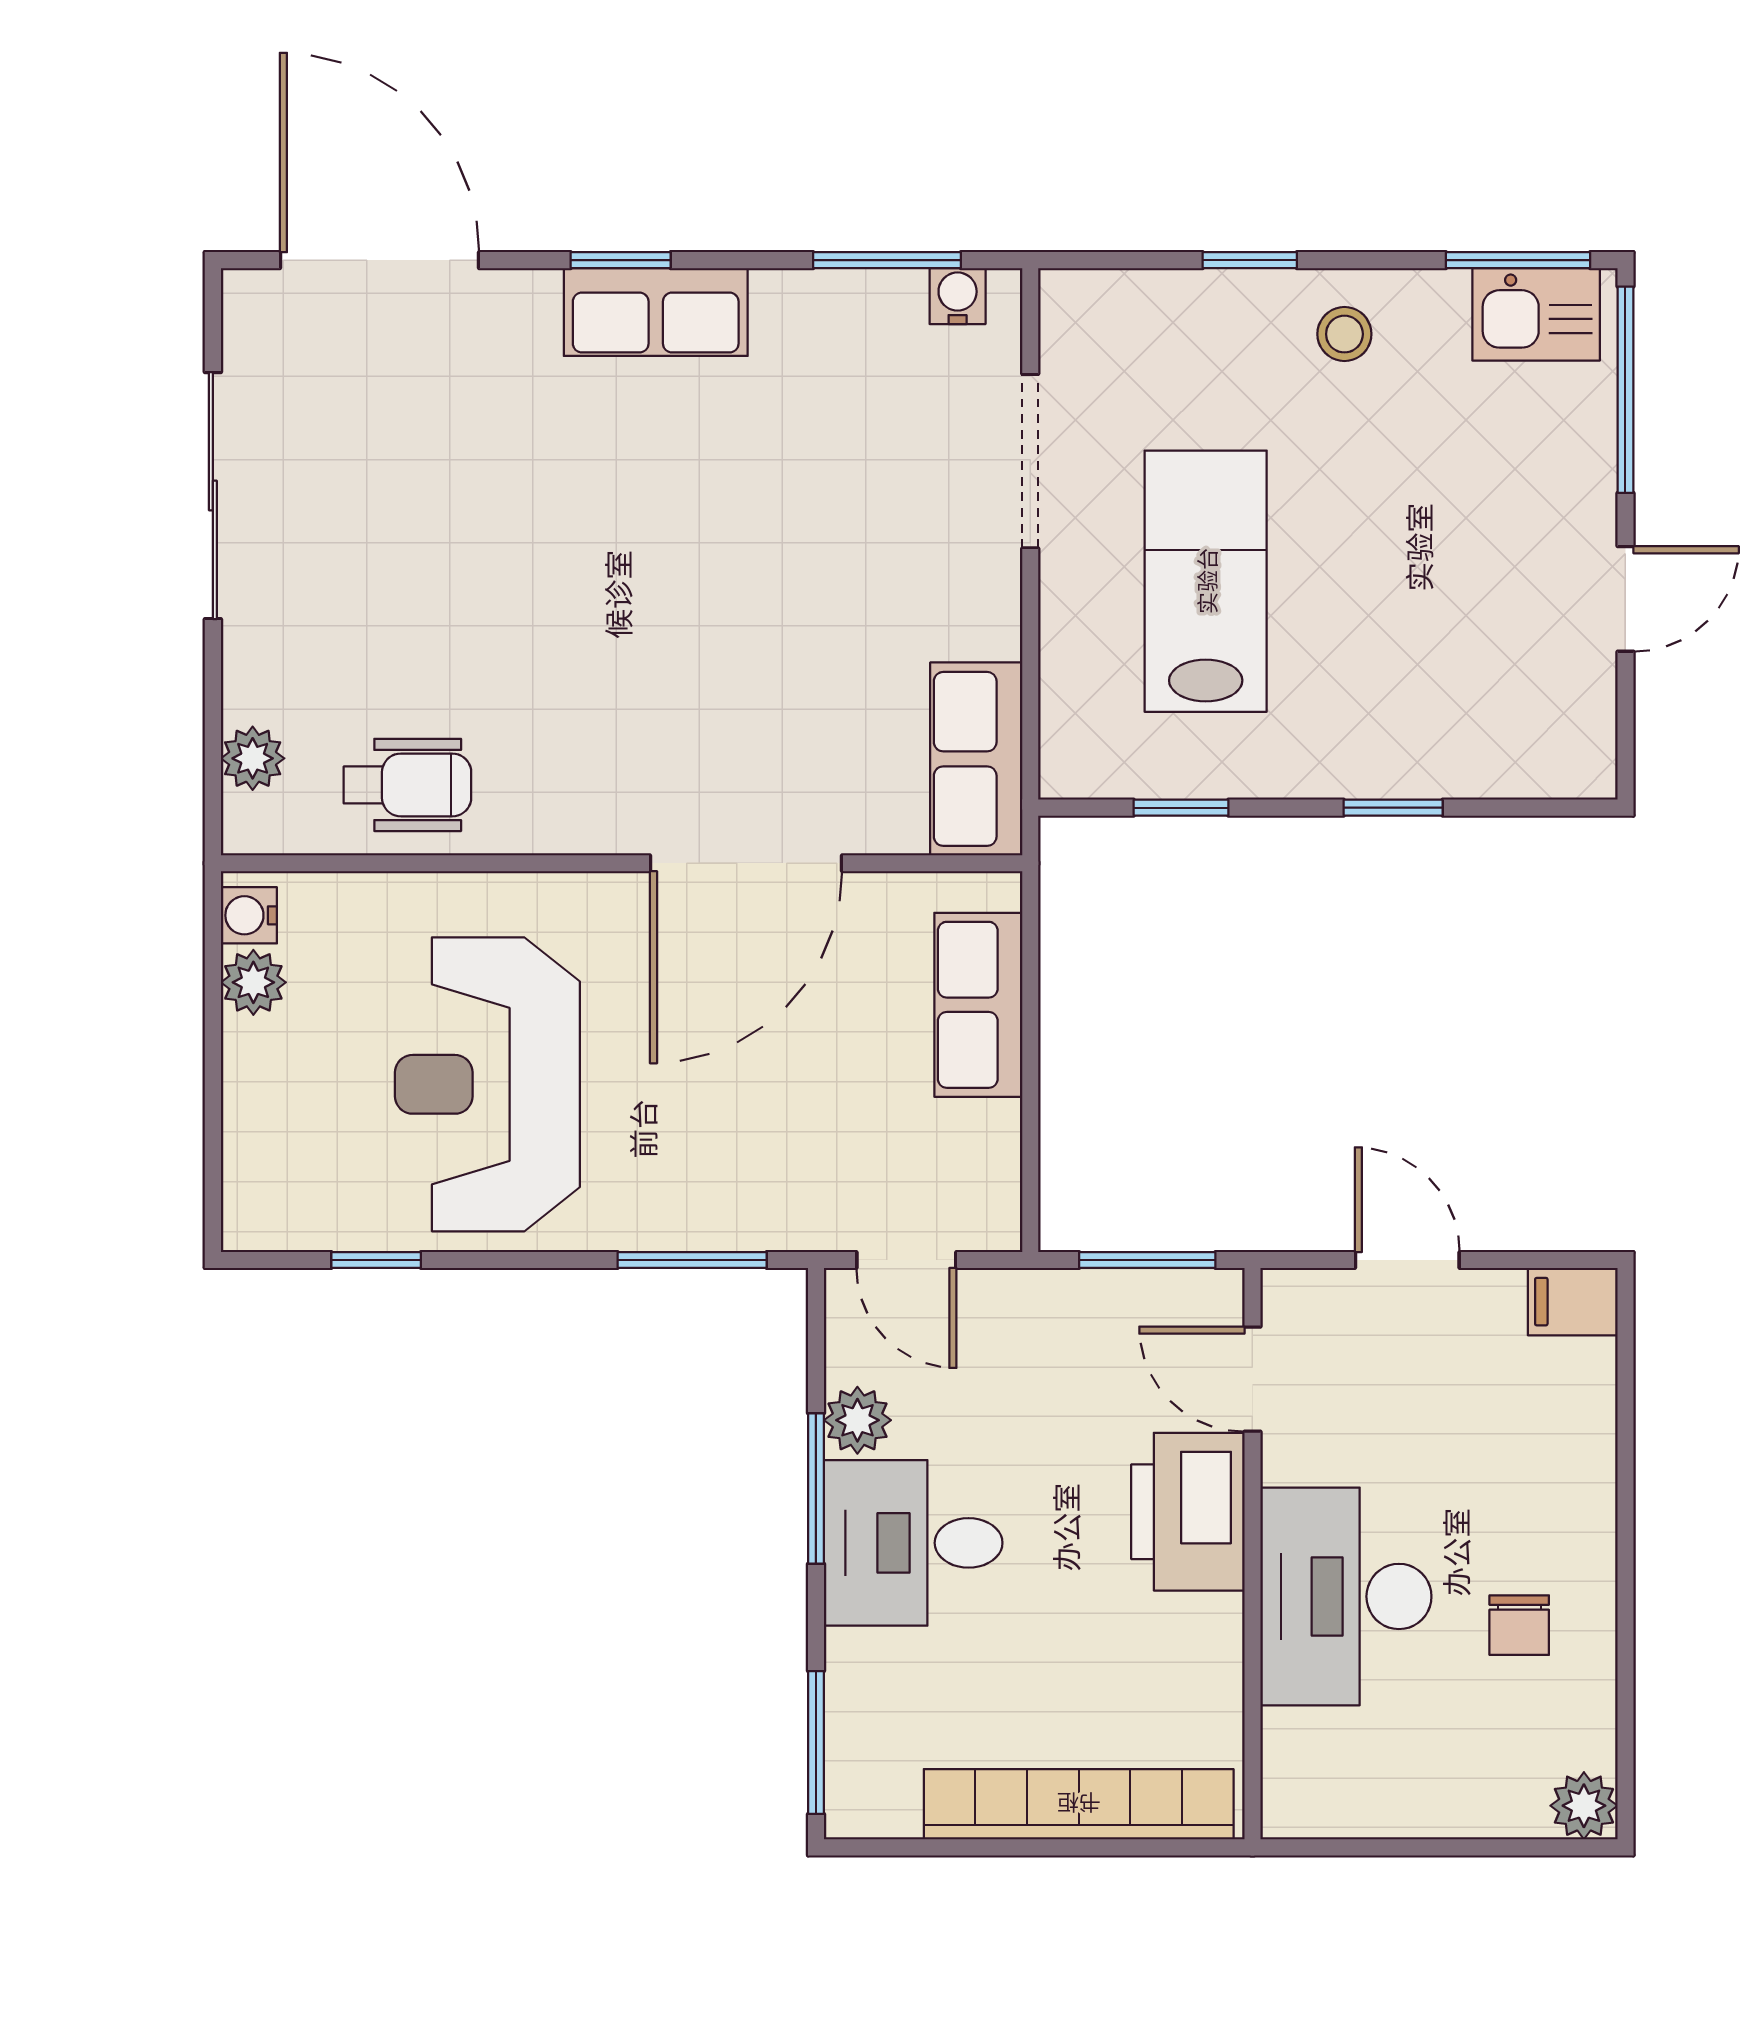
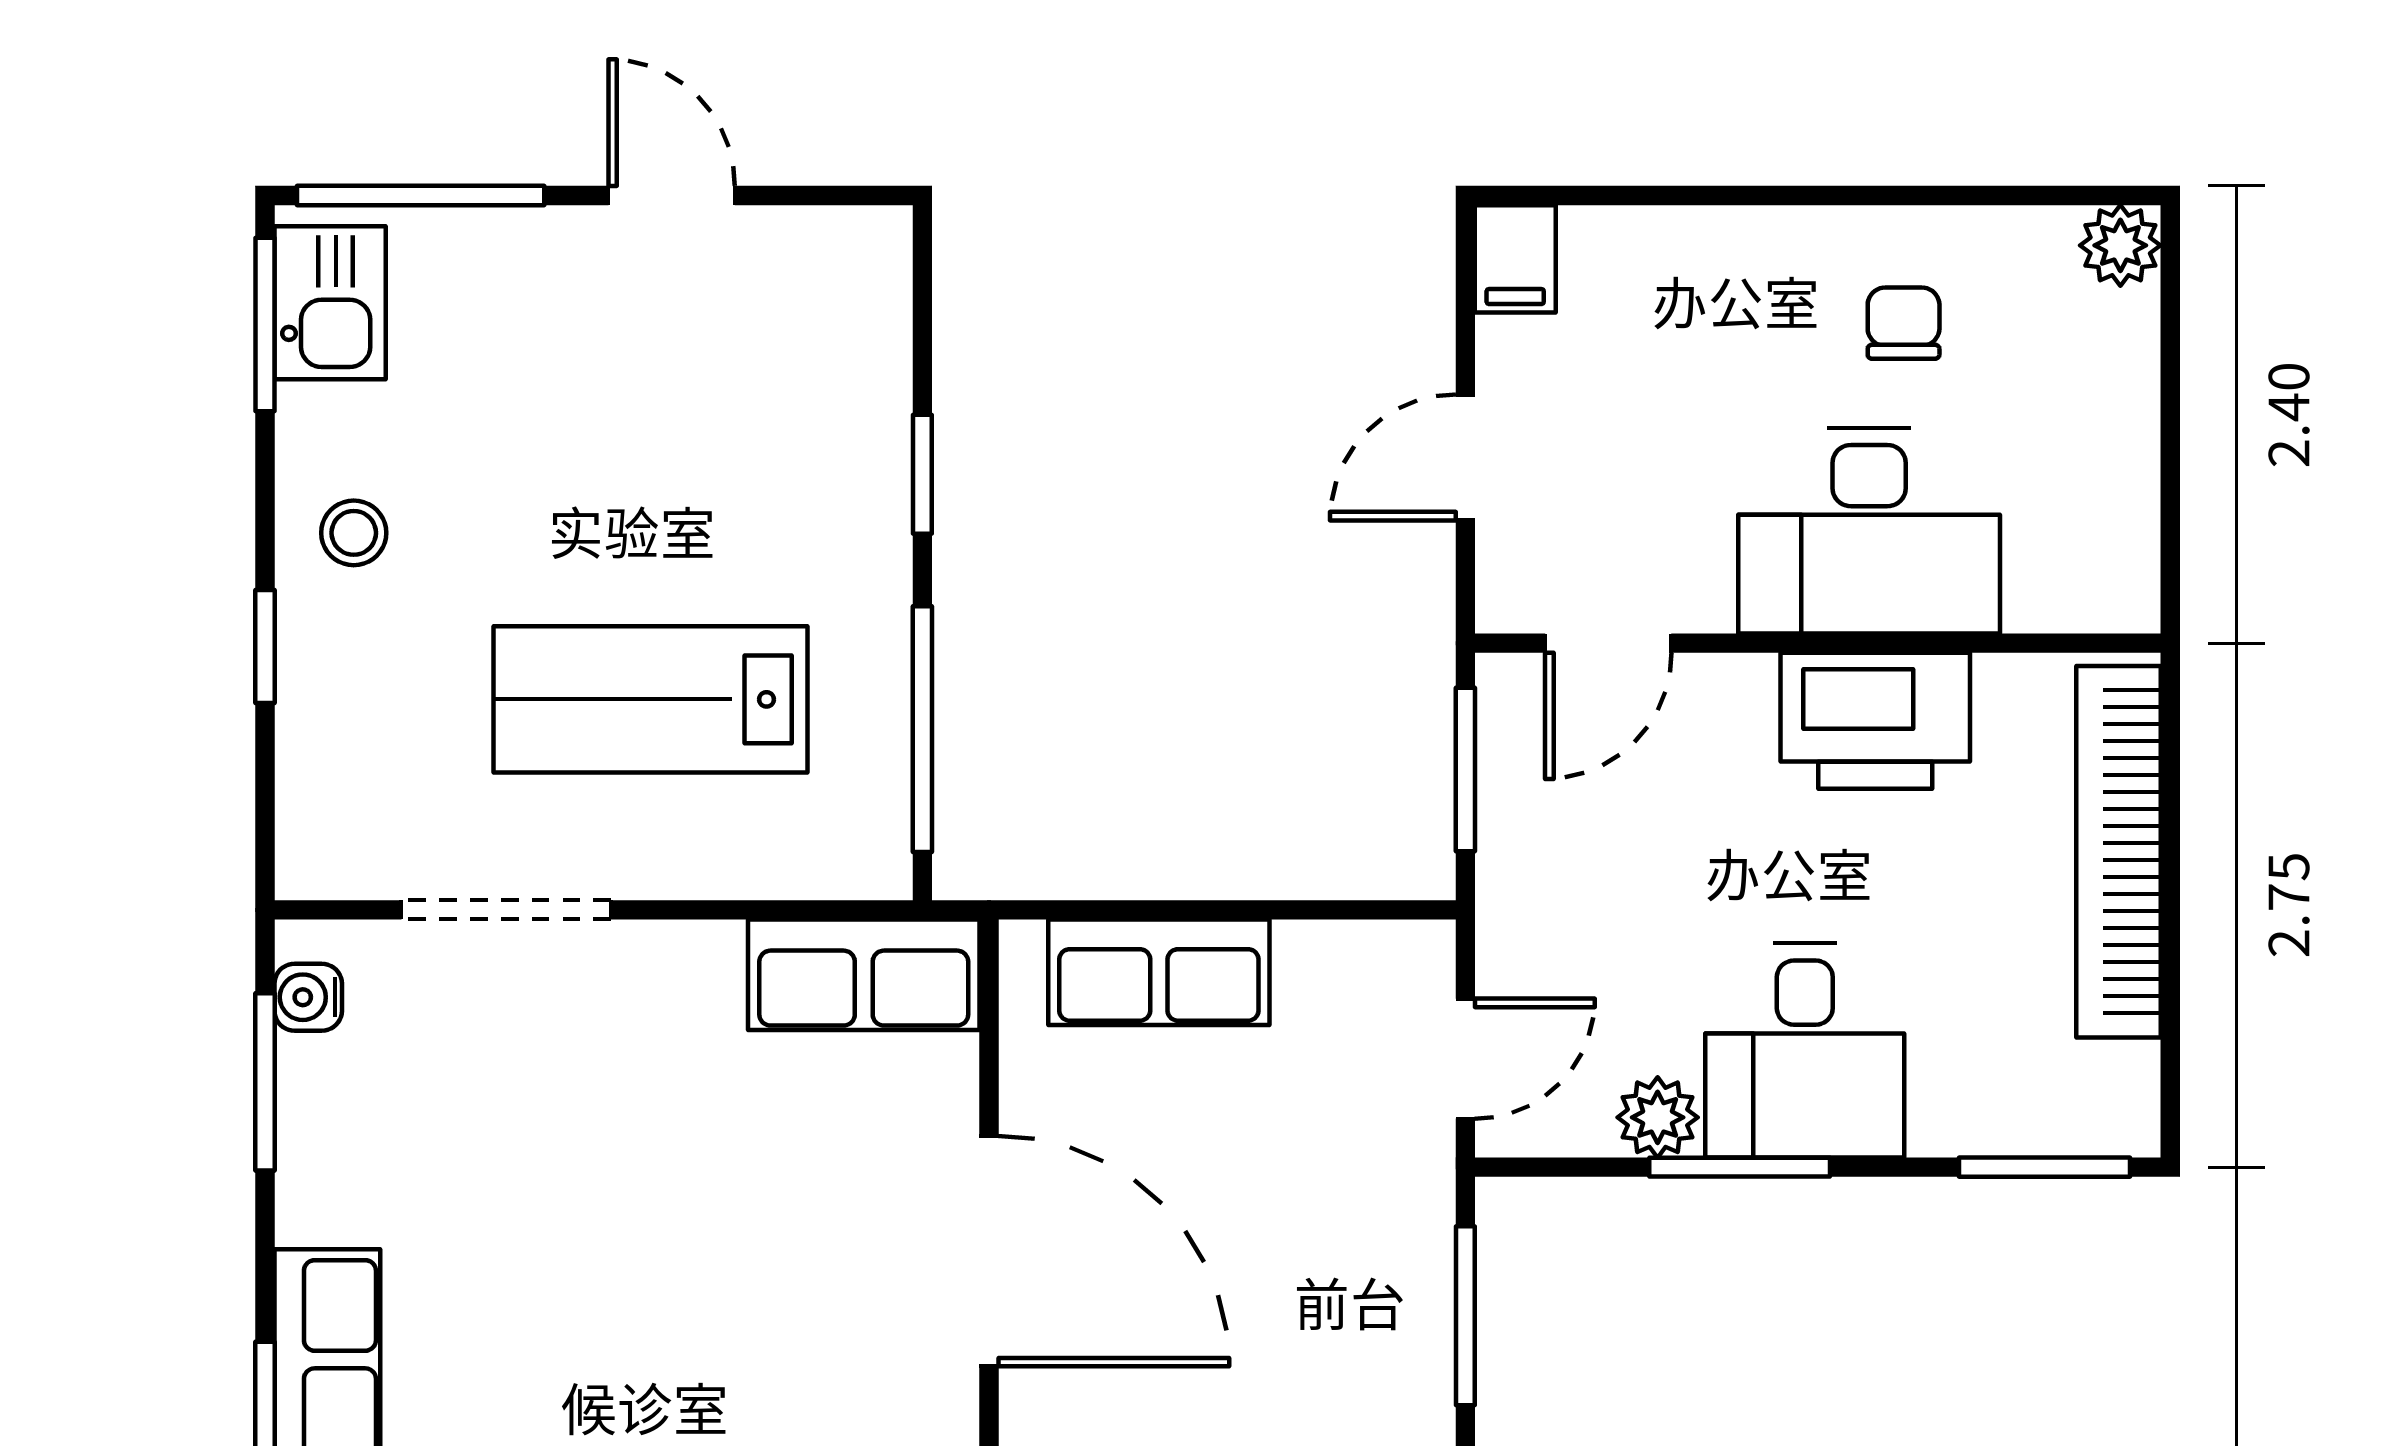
window: (1181, 808) -> (922, 729), width x2.17
printer: (1188, 1512) -> (1875, 721), moved
chair: (1519, 1625) -> (1904, 323), turned -90

